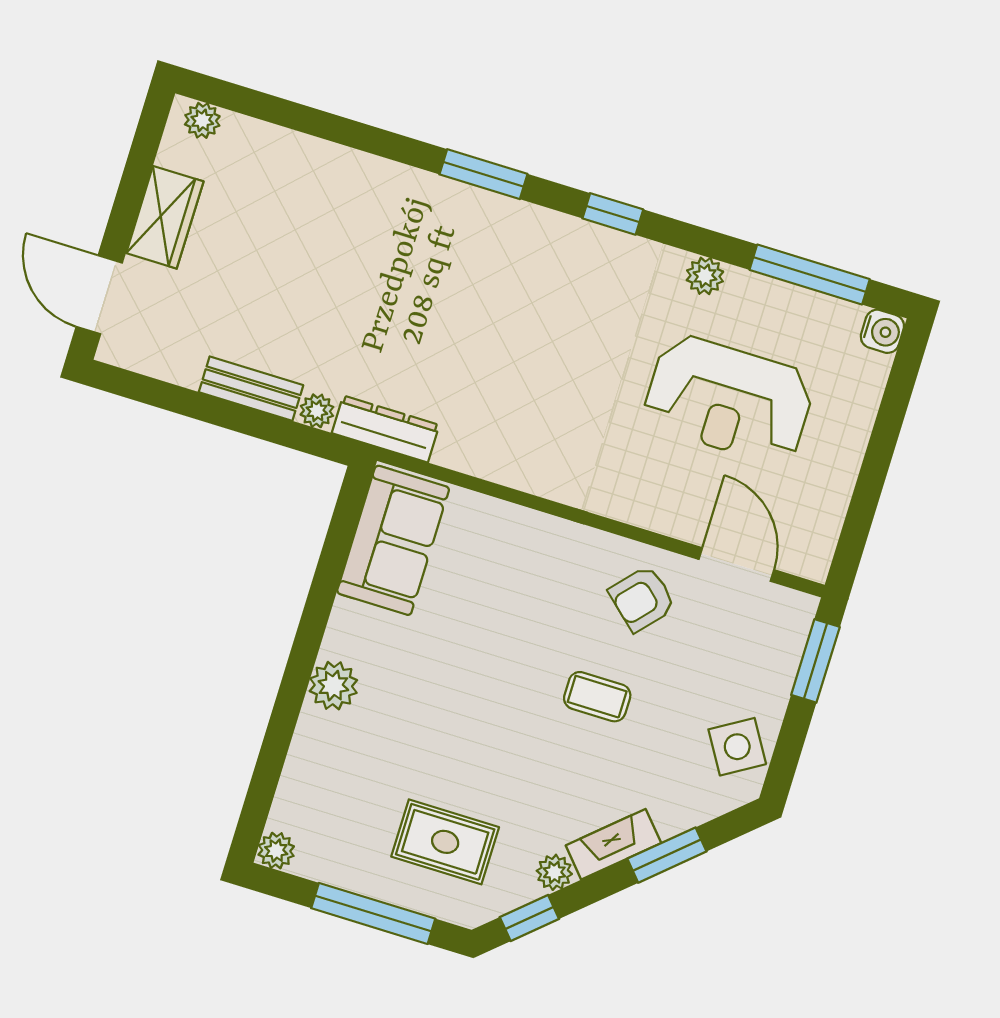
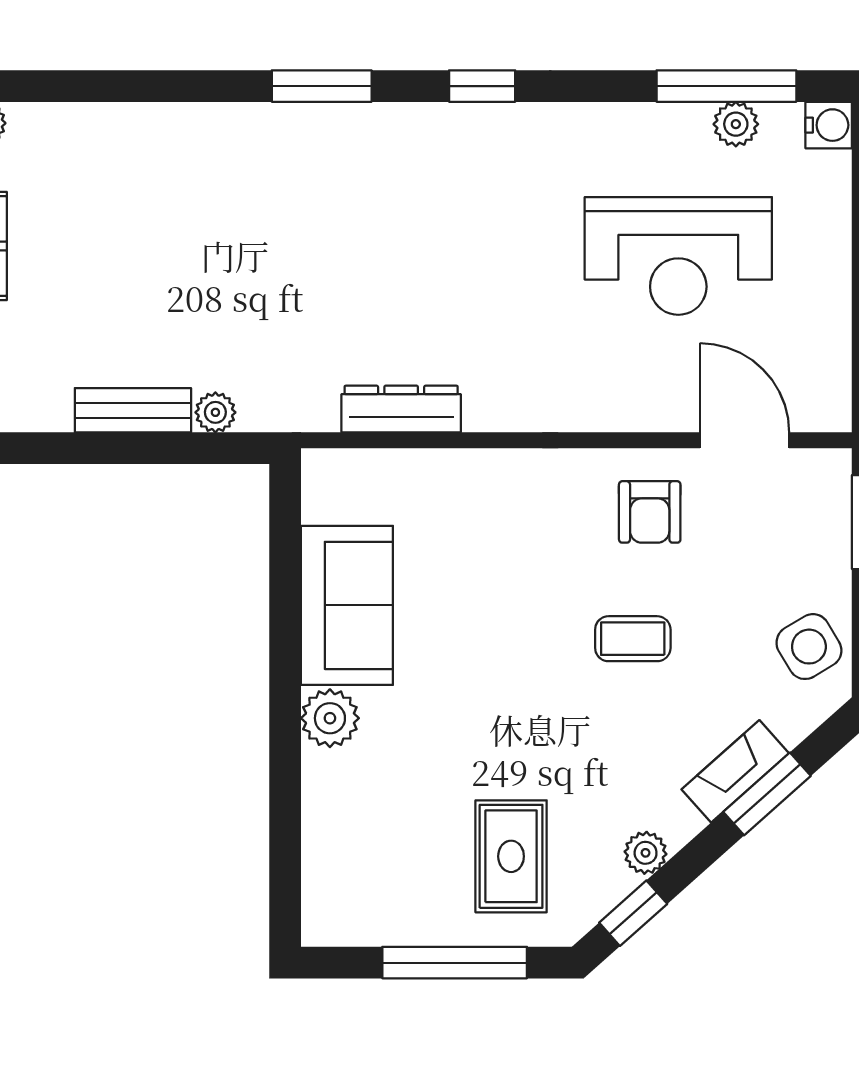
plant: (705, 276) -> (736, 124), moved
dresser: (385, 429) -> (401, 409), moved
sofa: (393, 540) -> (347, 605), moved
armchair: (642, 599) -> (650, 512), turned -42
rug: (445, 842) -> (511, 856), turned 90
fireplace: (613, 844) -> (735, 771), moved
plant: (276, 851) -> (323, 925), removed

